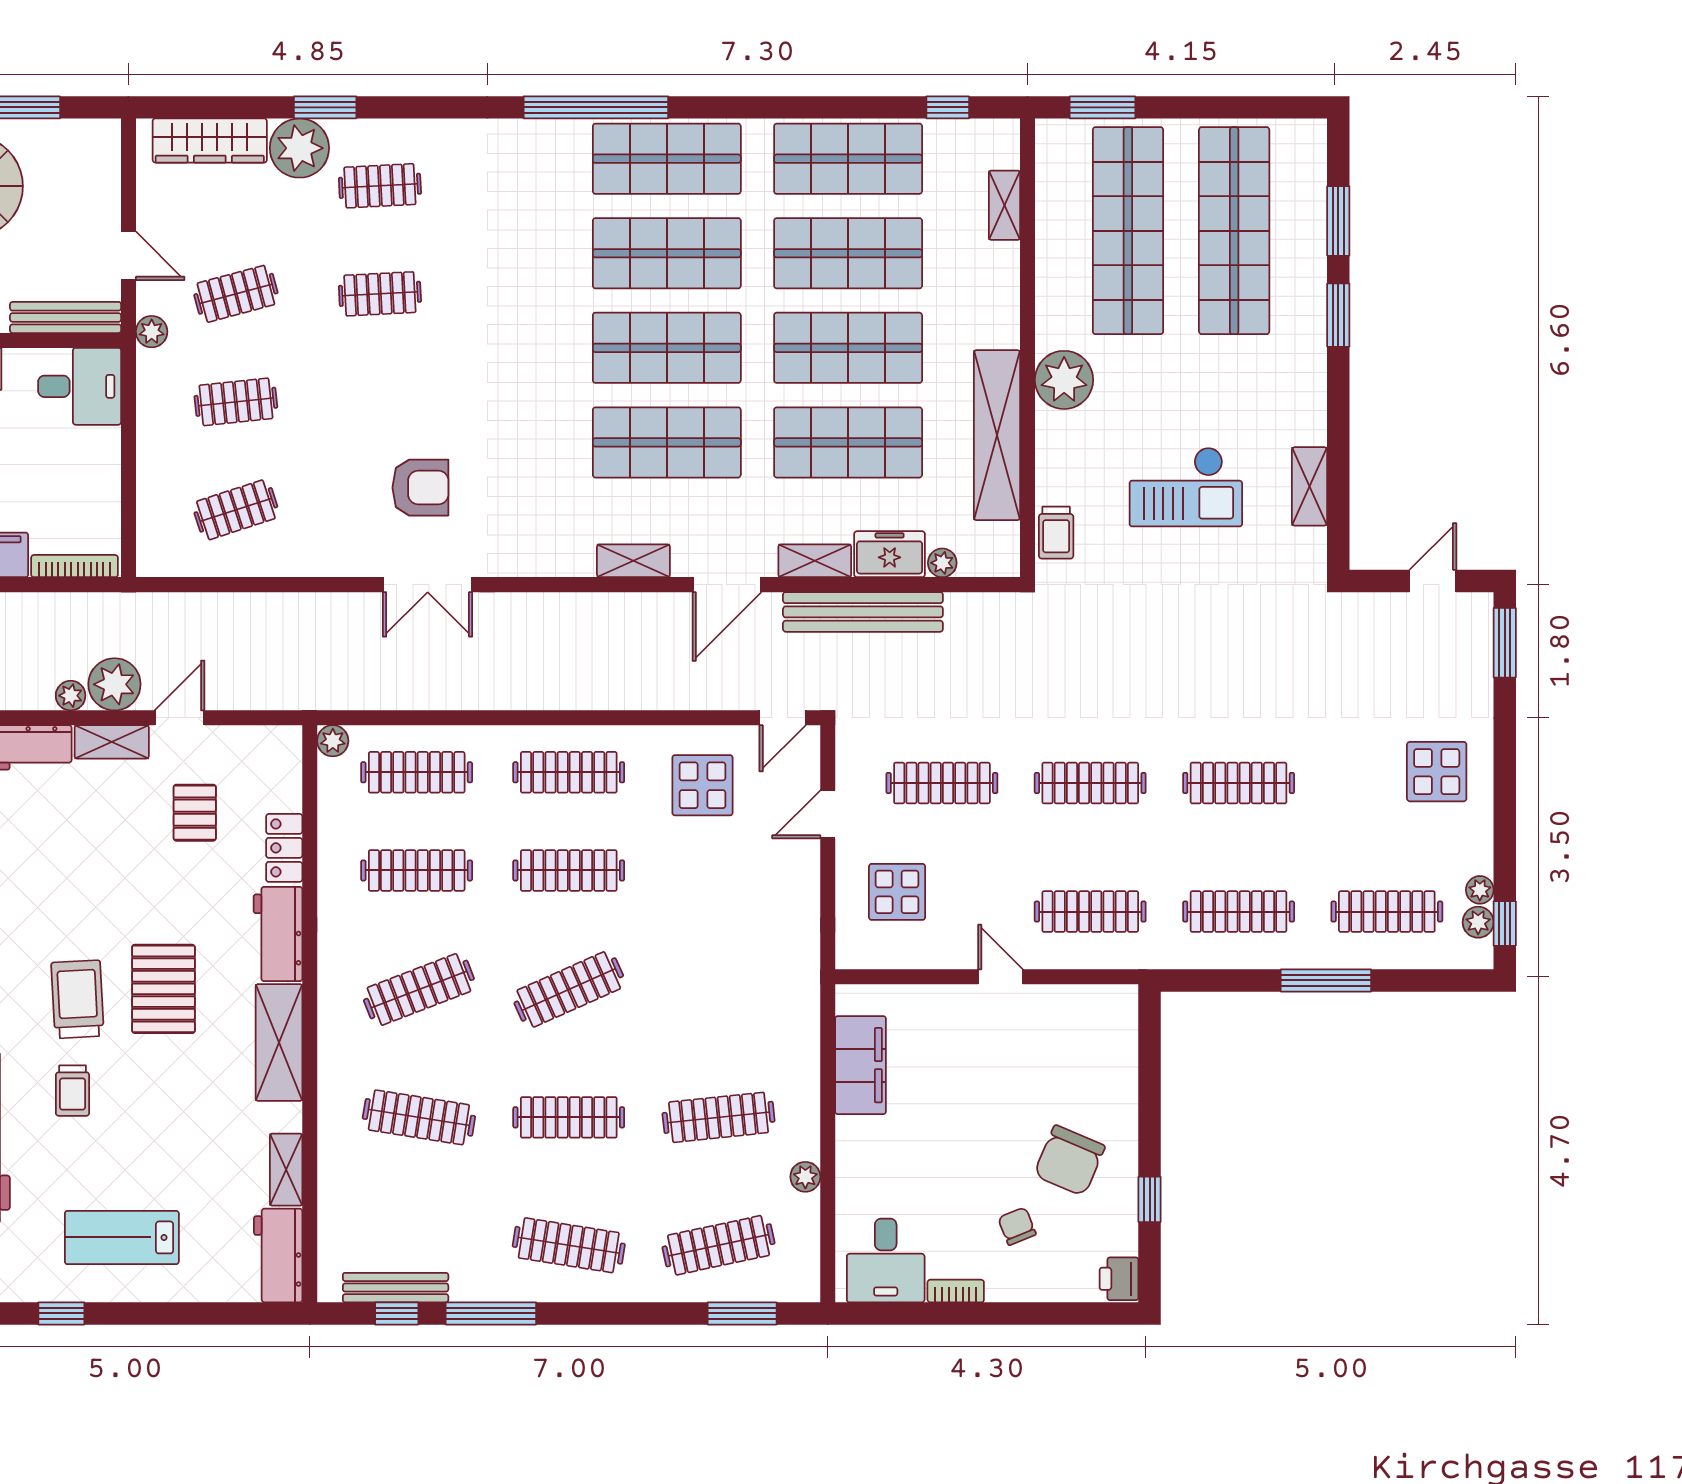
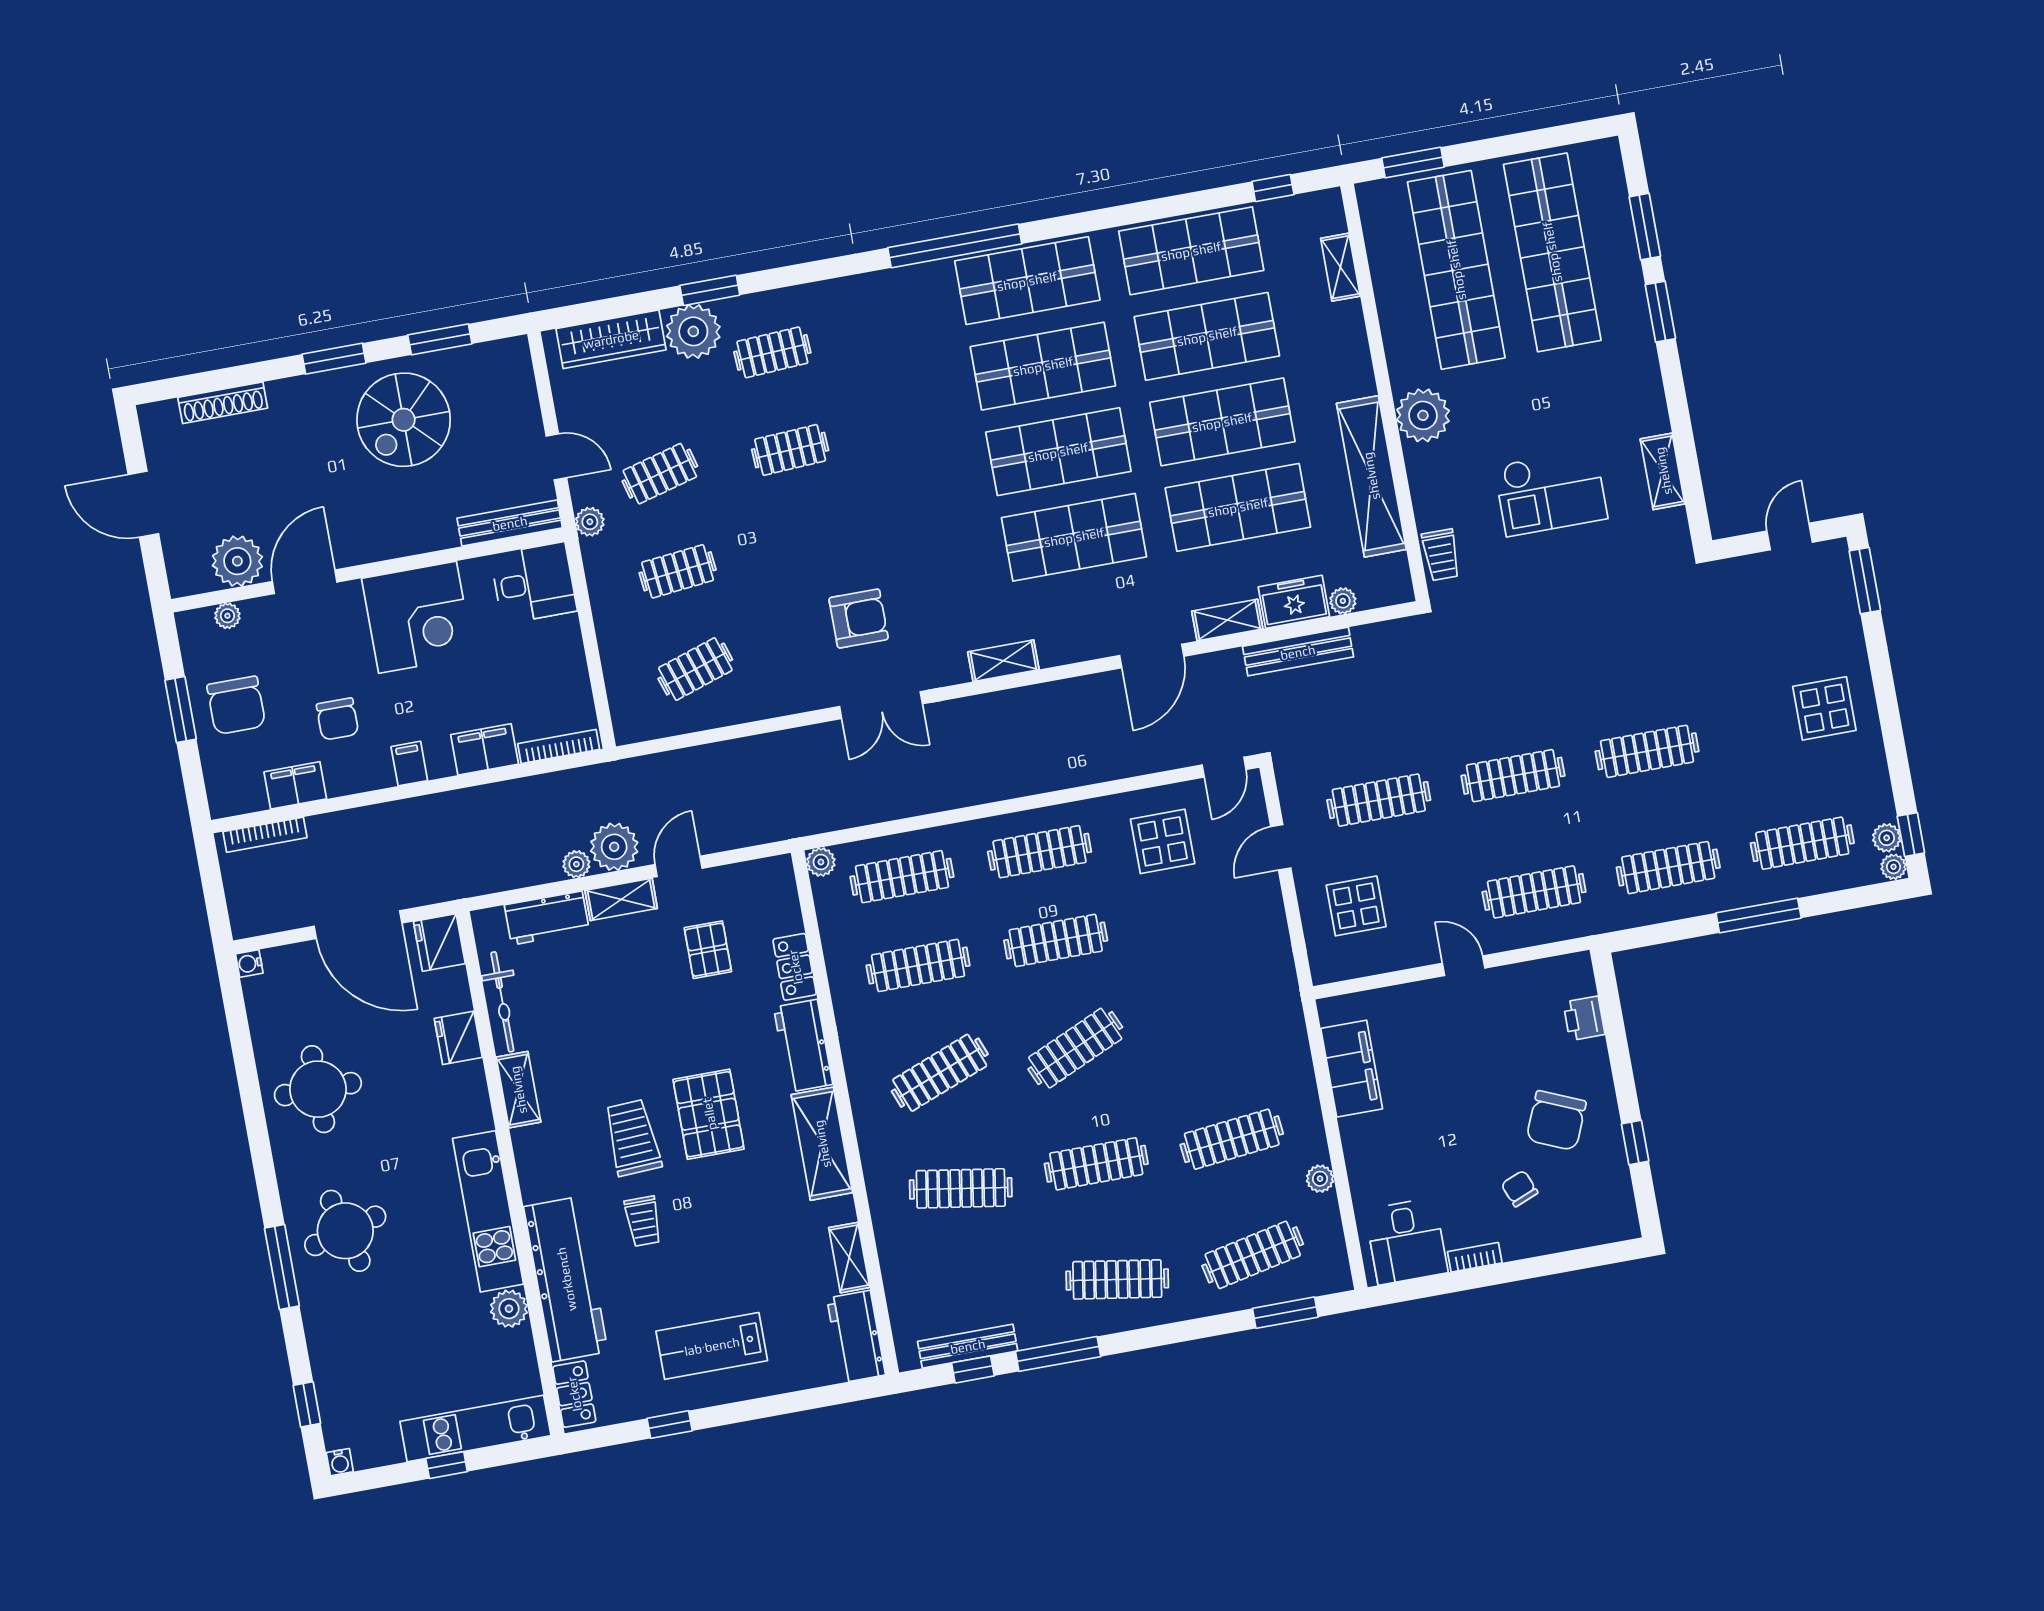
shelving: (633, 561) -> (1003, 661), moved
bench: (863, 612) -> (1298, 652), width x0.73, depth x0.82
plant: (1480, 890) -> (1894, 867), moved
printer: (1119, 1279) -> (1584, 1018), moved

